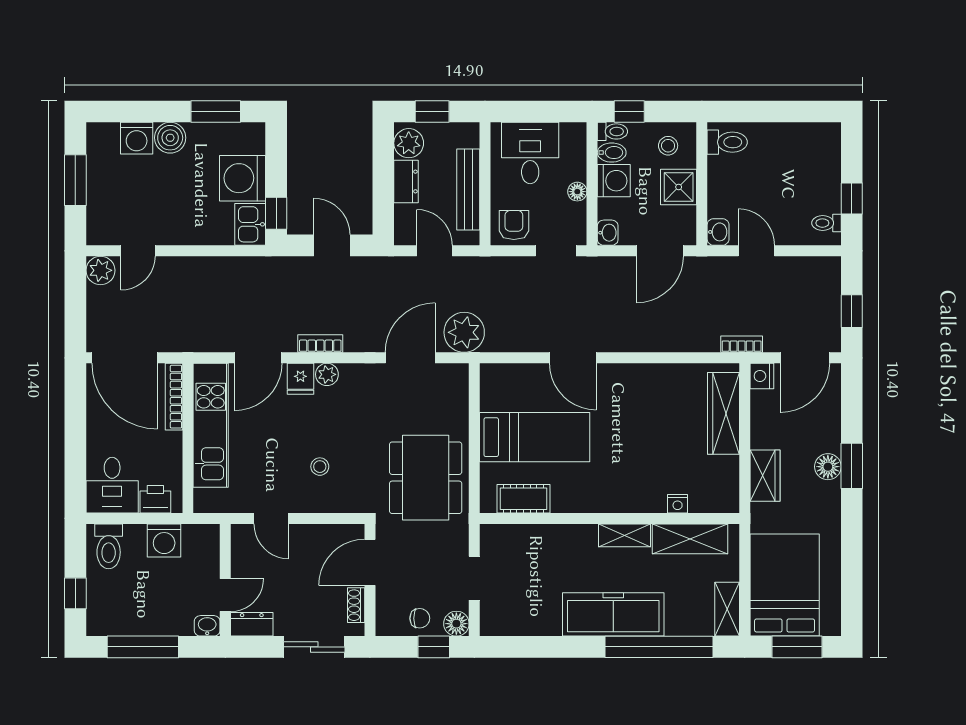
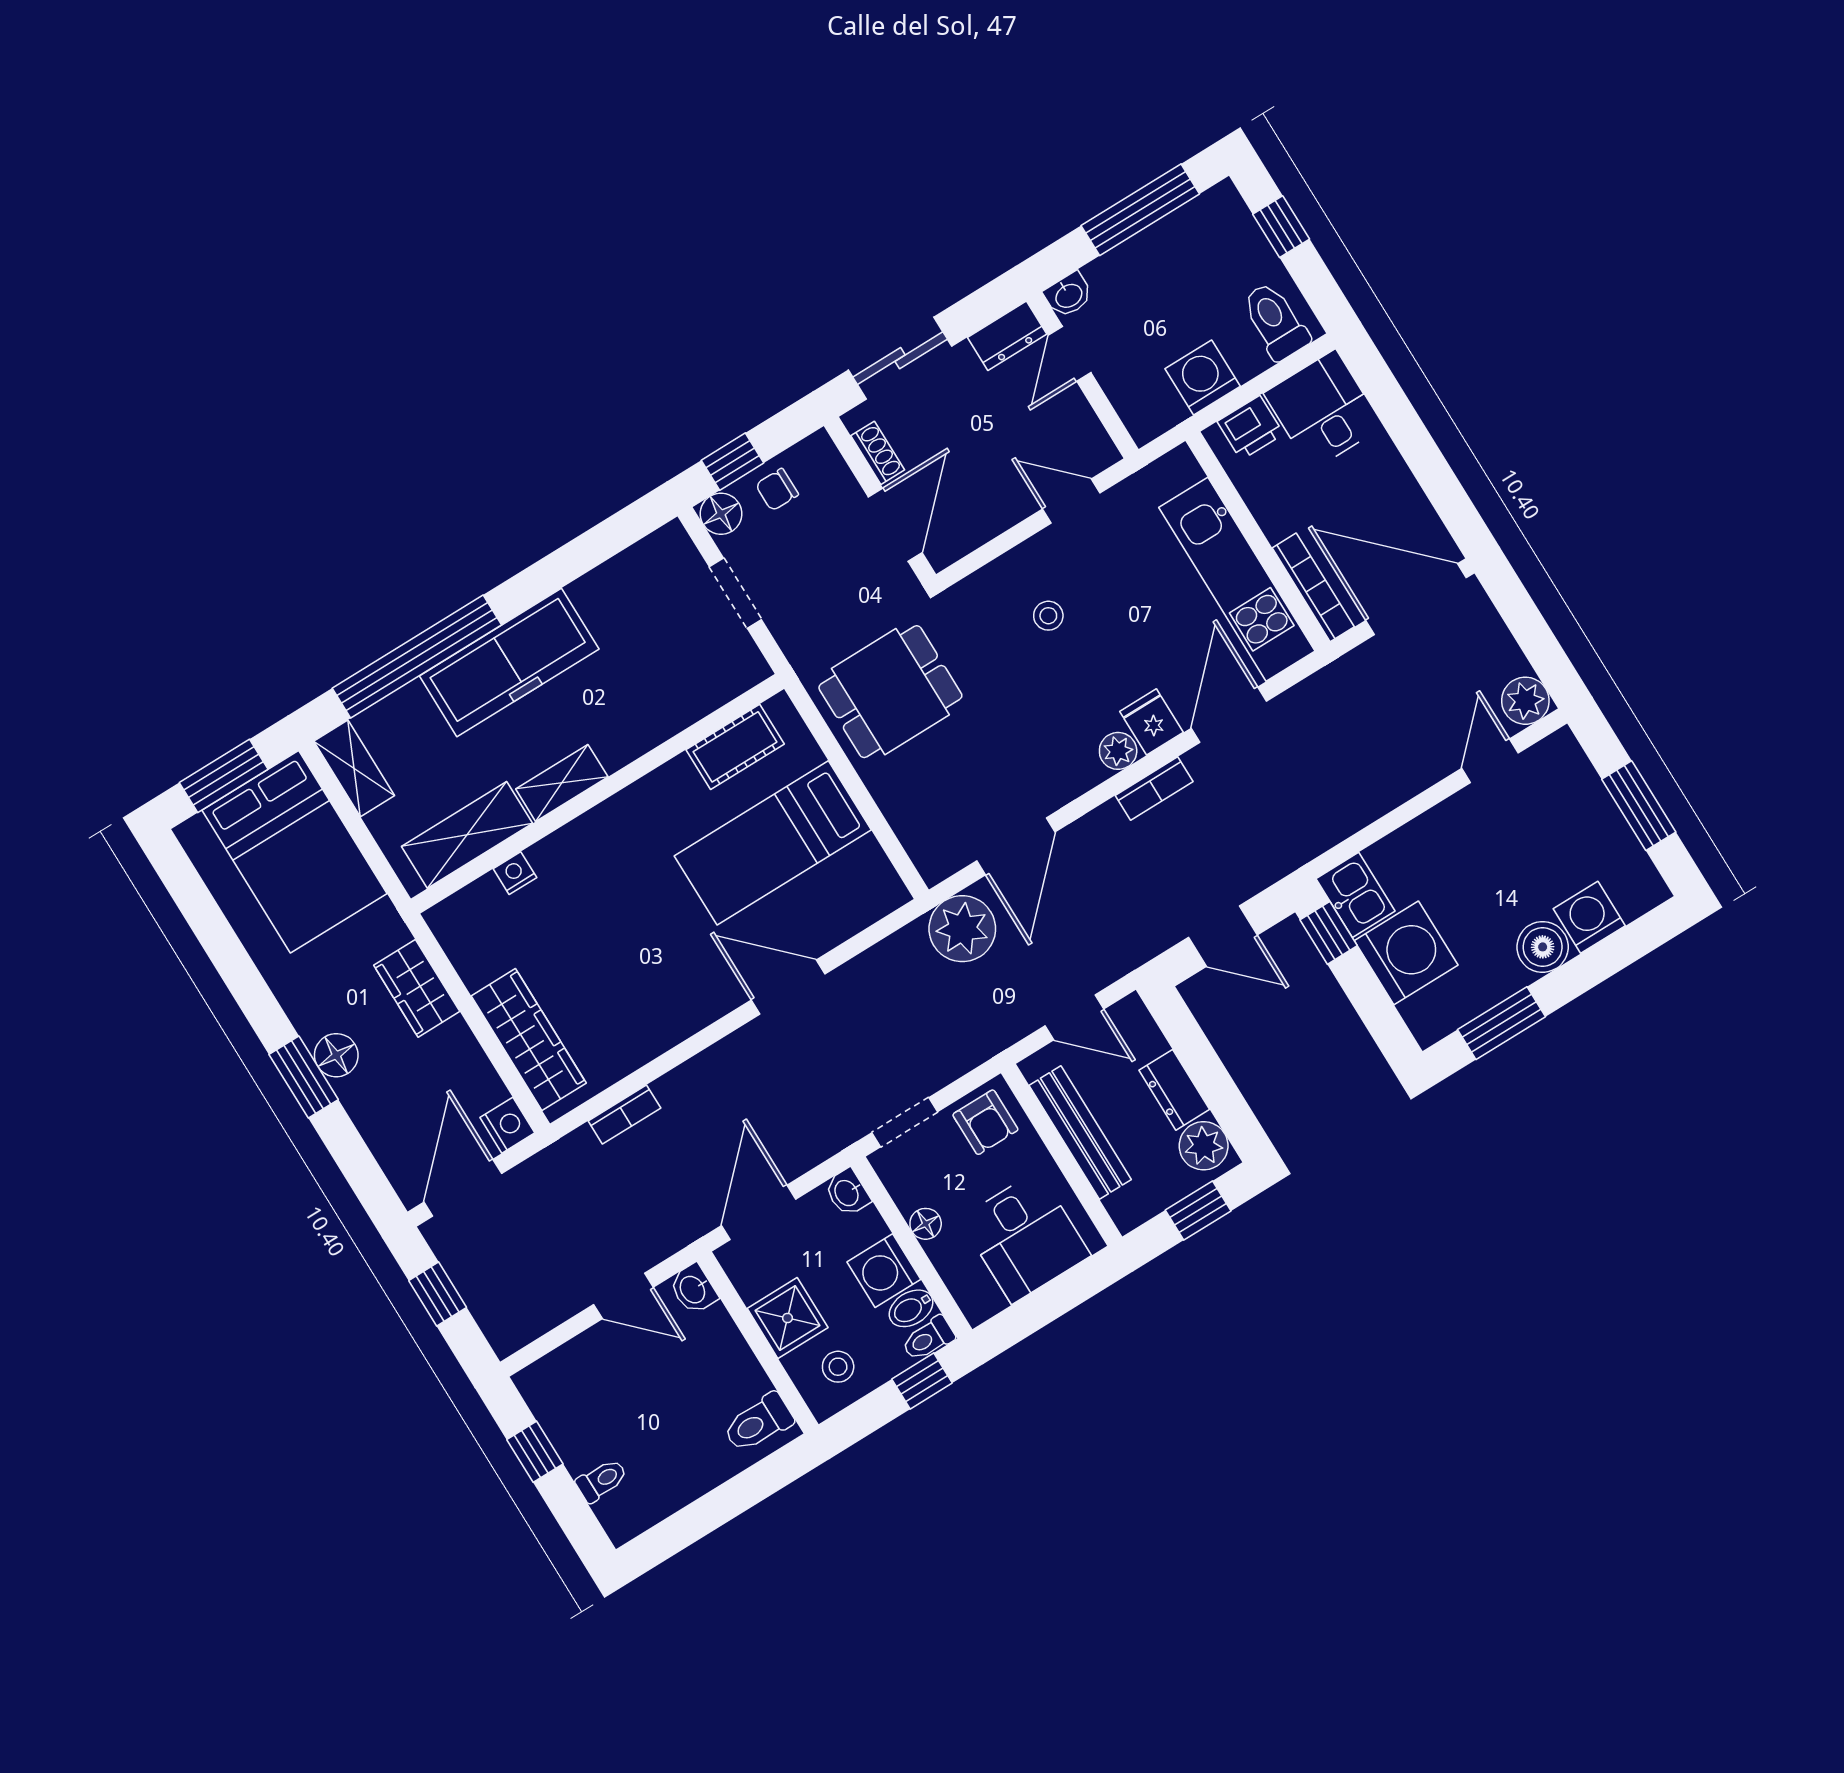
toilet: (826, 223) -> (602, 1480), moved
bookcase: (742, 344) -> (624, 1114), moved
dining table: (426, 478) -> (890, 692), width x0.73

